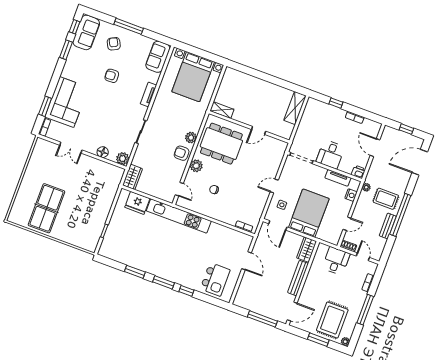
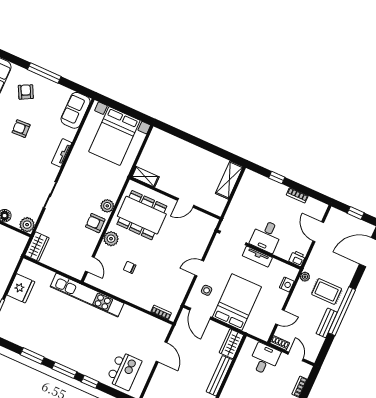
tv unit: (338, 178) -> (257, 257), moved
fridge: (137, 203) -> (21, 288), moved, turned -90

